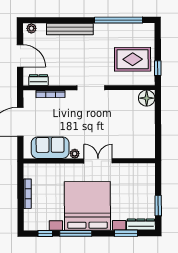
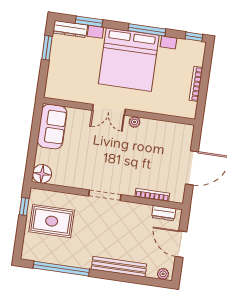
sofa: (50, 148) -> (52, 127), moved, turned -90
window: (45, 233) -> (194, 37), moved

